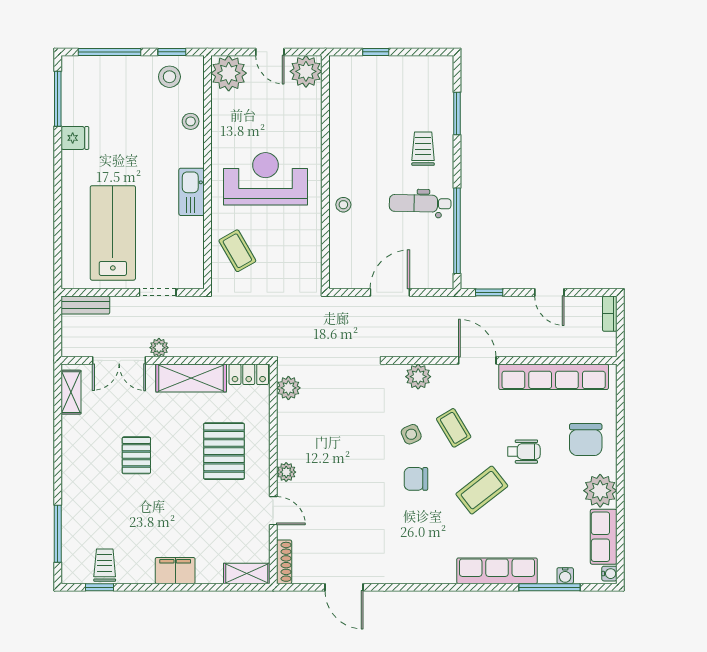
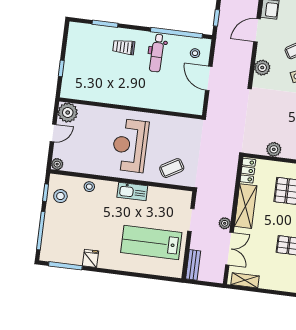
plant: (229, 73) -> (57, 164), width x0.53, depth x0.53
stool: (343, 205) -> (195, 53), moved
plant: (288, 388) -> (274, 149), moved

